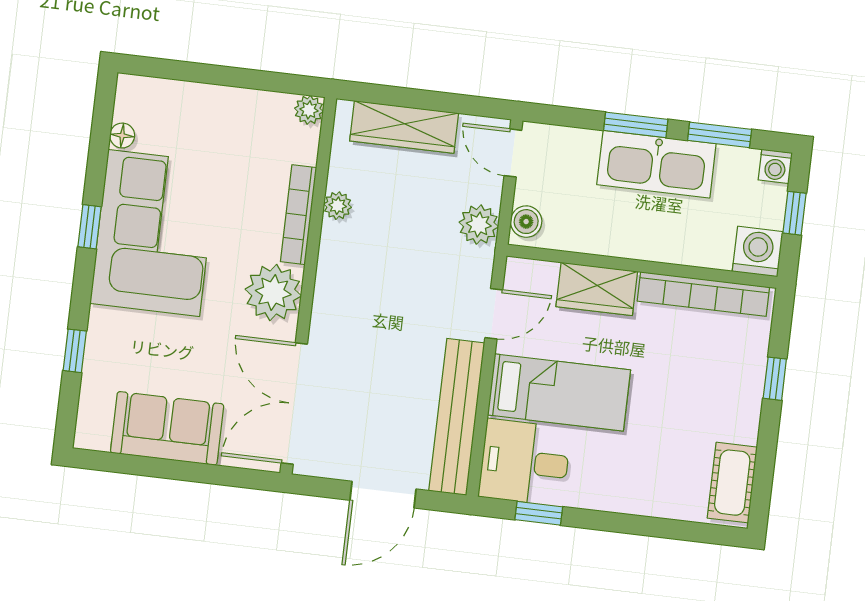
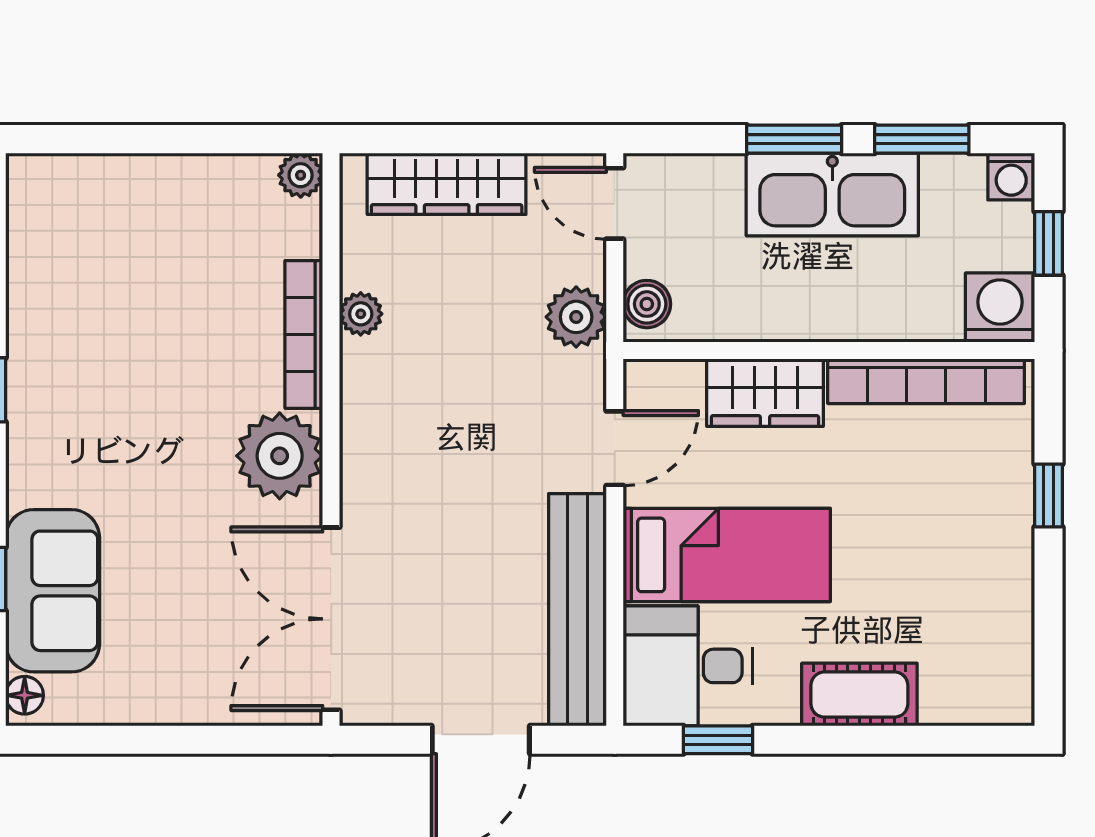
floor lamp: (122, 136) -> (25, 695), moved
corner sofa: (154, 233) -> (89, 388), removed
sofa: (167, 428) -> (53, 591), moved, turned 90
cot: (732, 483) -> (859, 695), moved, turned 90

